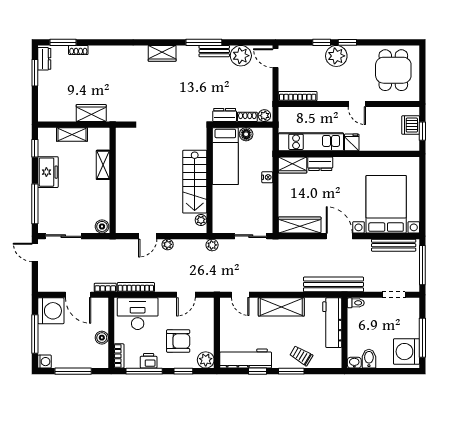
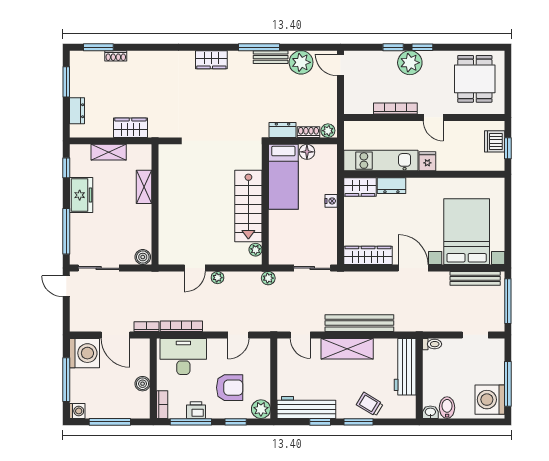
dresser: (44, 59) -> (77, 111), moved
bookcase: (298, 96) -> (395, 109), moved
bench: (334, 284) -> (359, 323), moved

